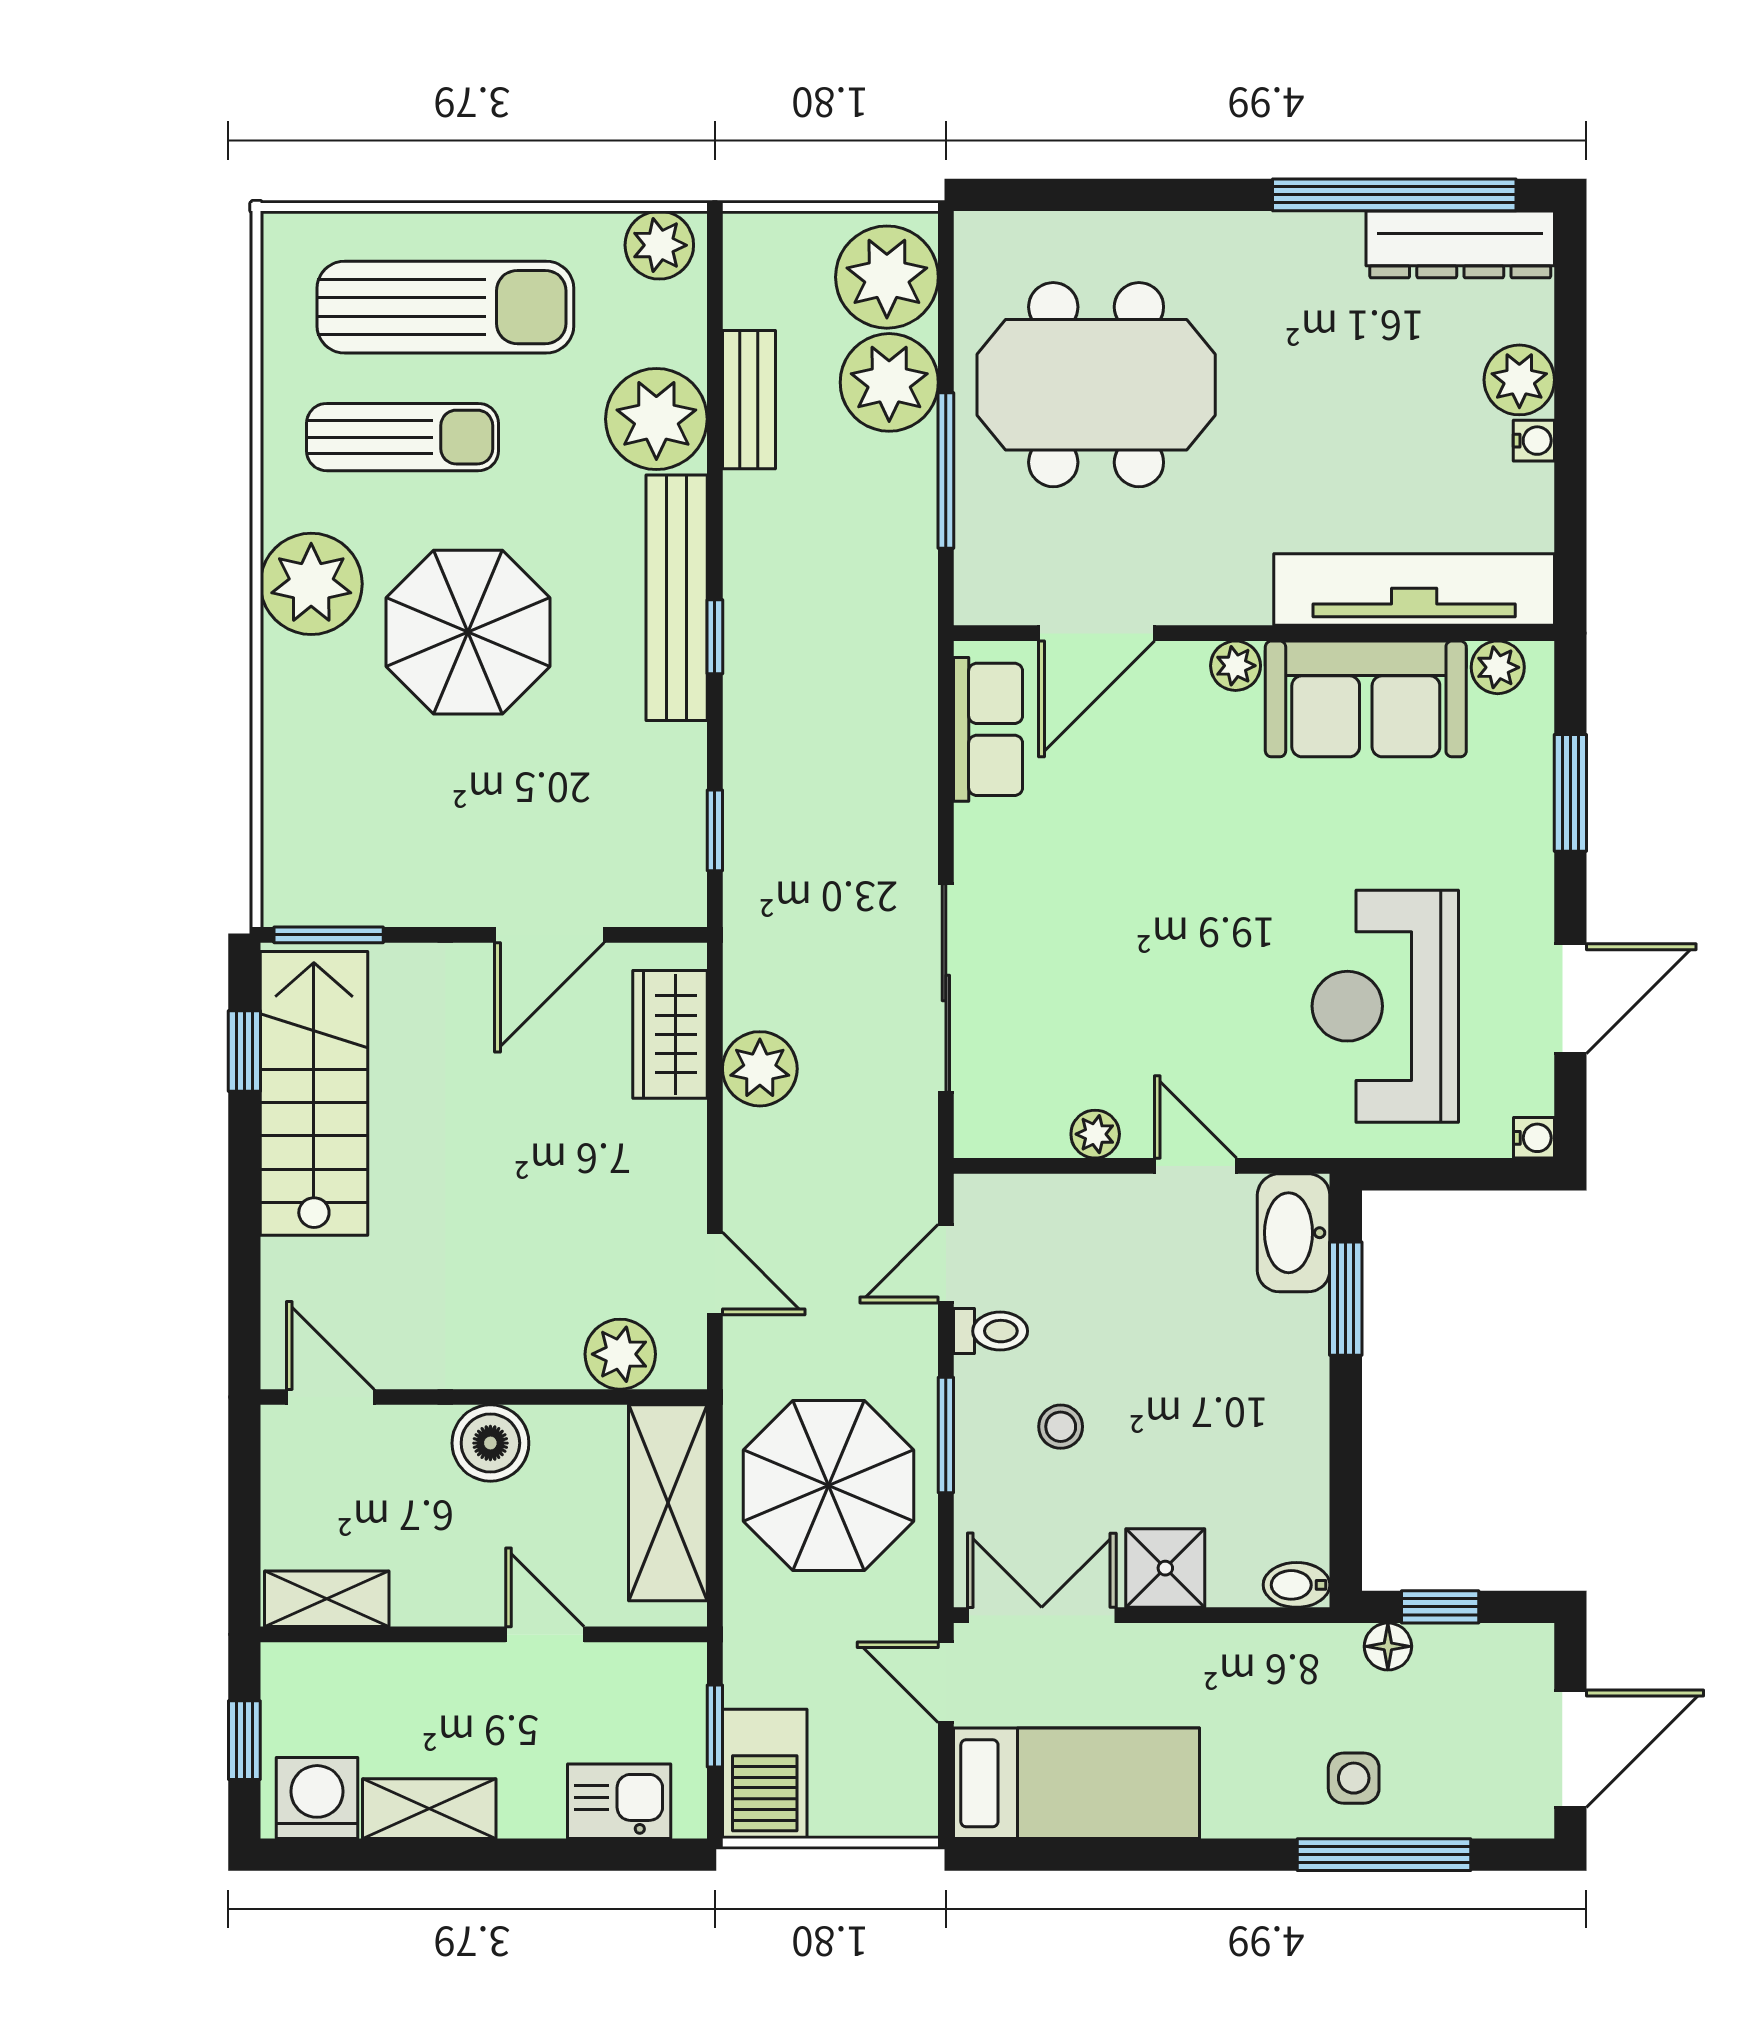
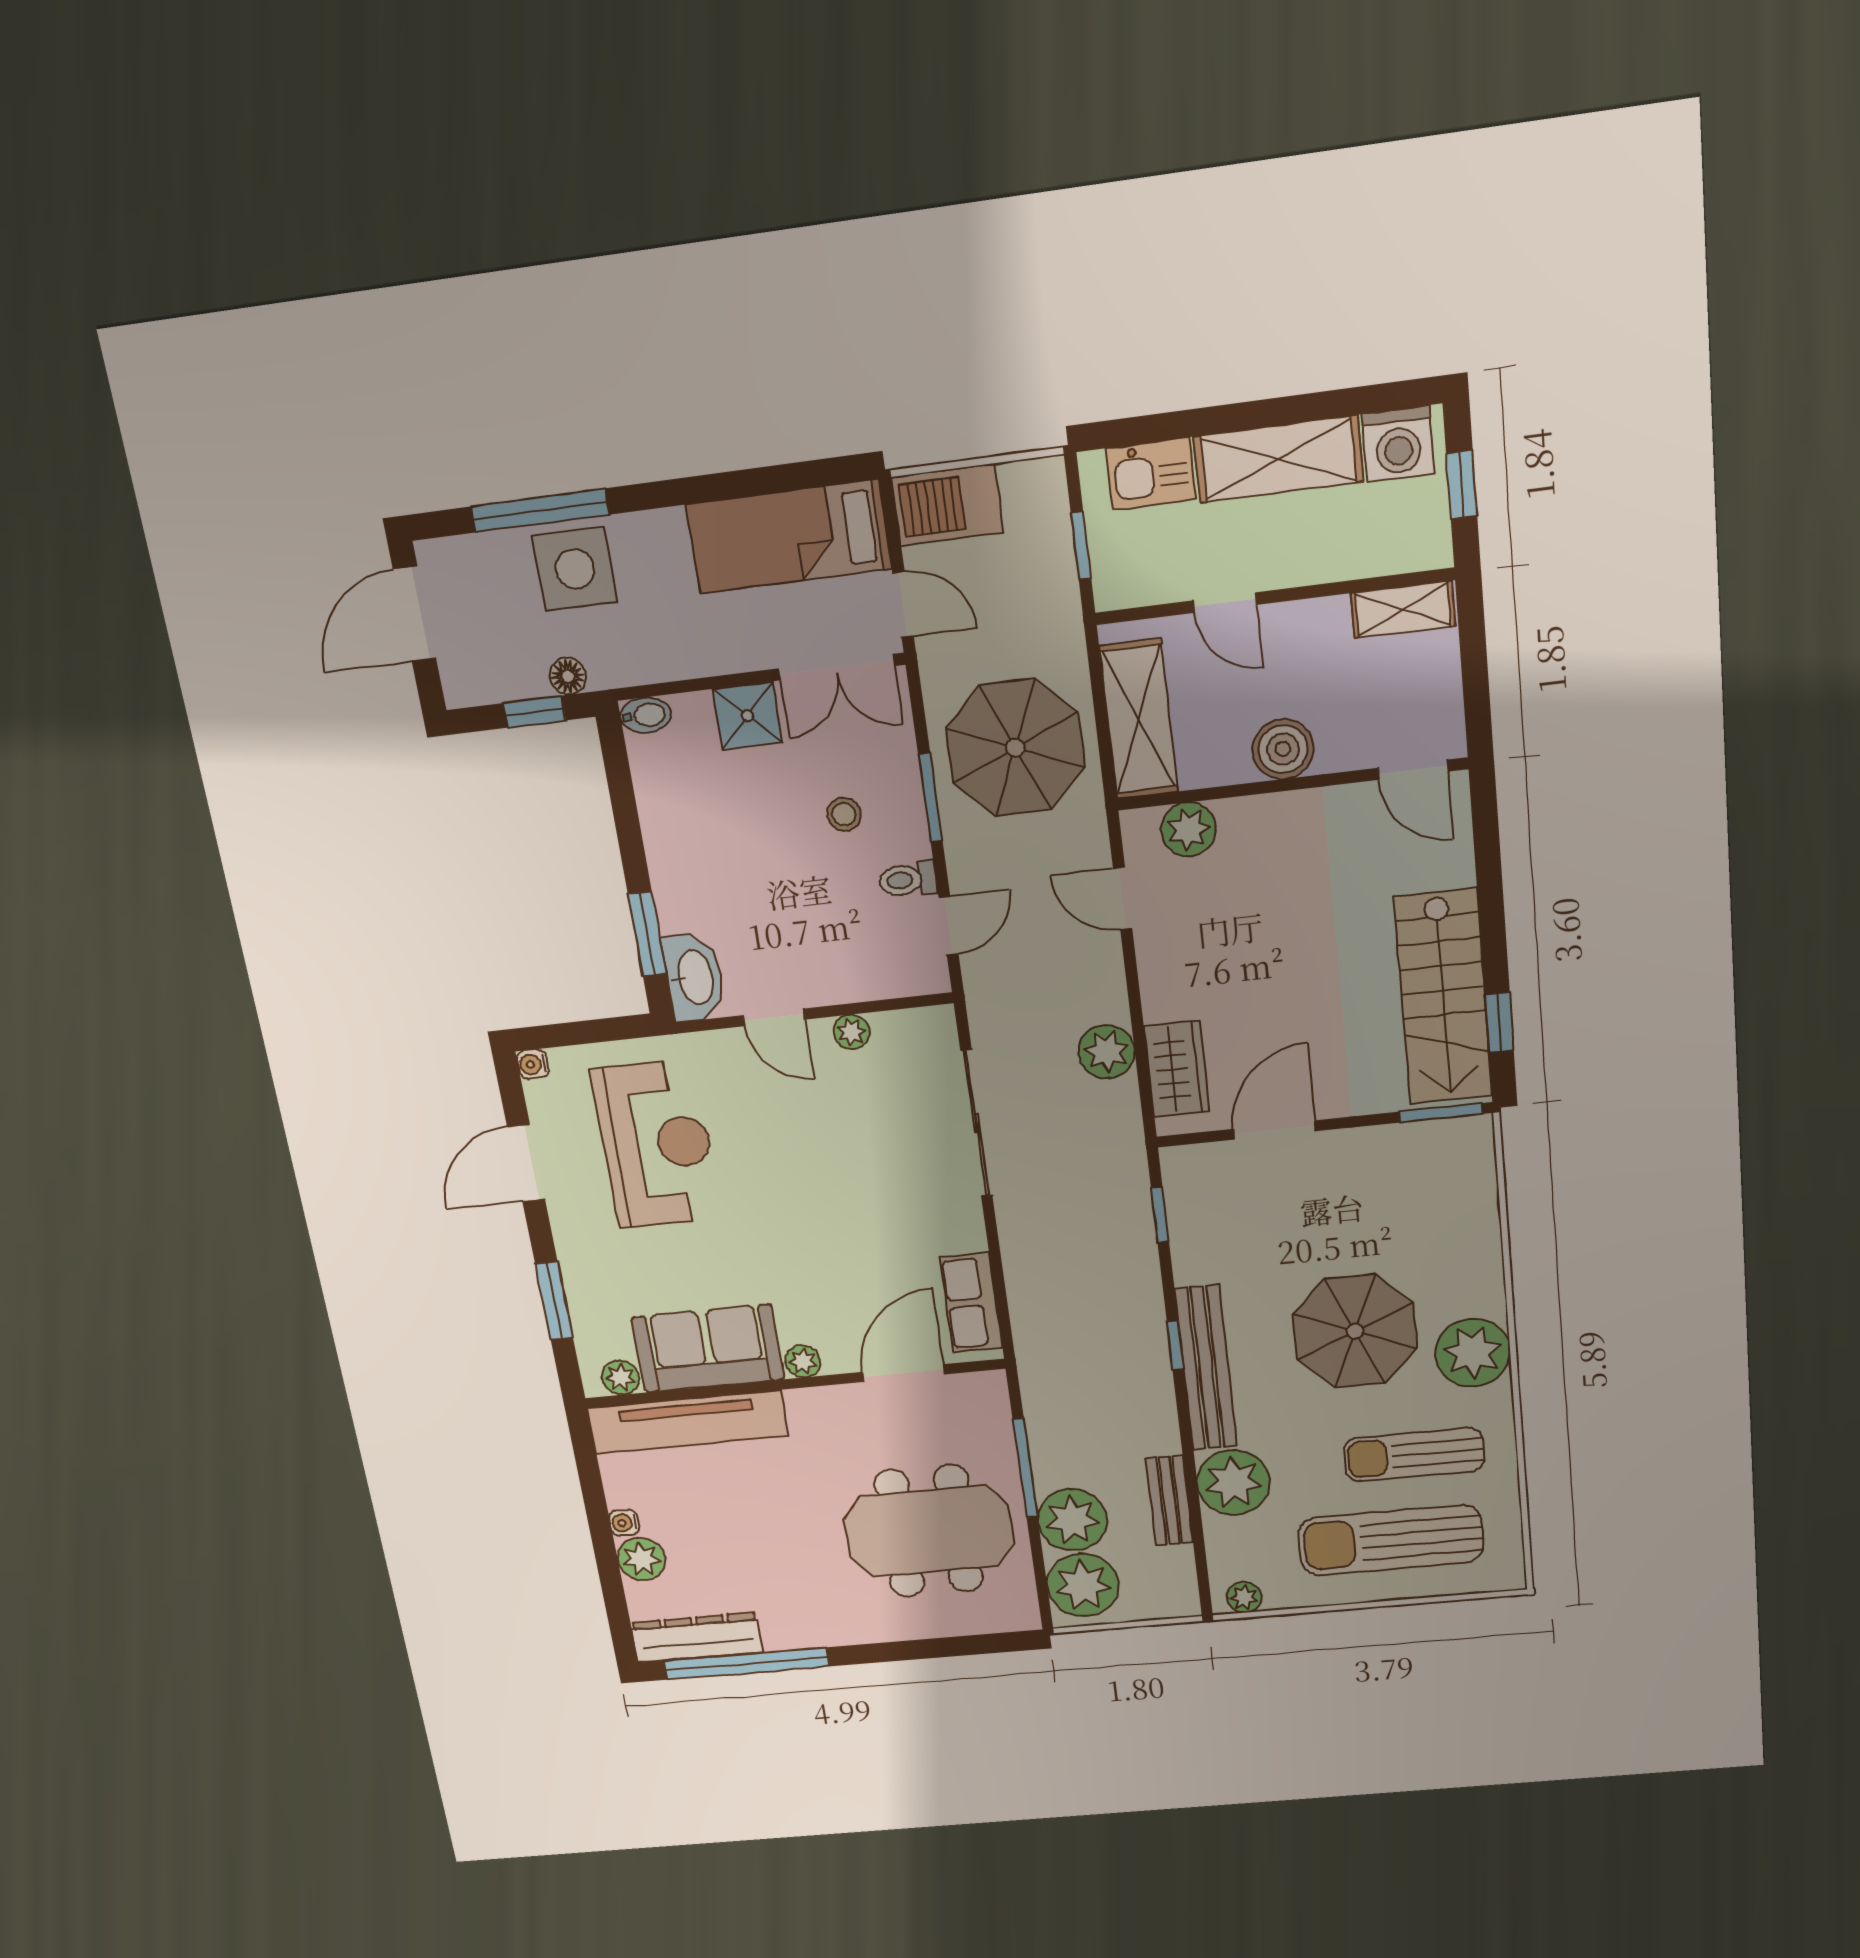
plant: (659, 245) -> (1244, 1597), width x0.73, depth x0.73
barbecue: (765, 1774) -> (947, 505), moved, turned -90
side table: (1354, 1778) -> (575, 569), width x1.87, depth x1.87
shelving: (429, 1809) -> (1278, 459), width x1.50, depth x1.33

